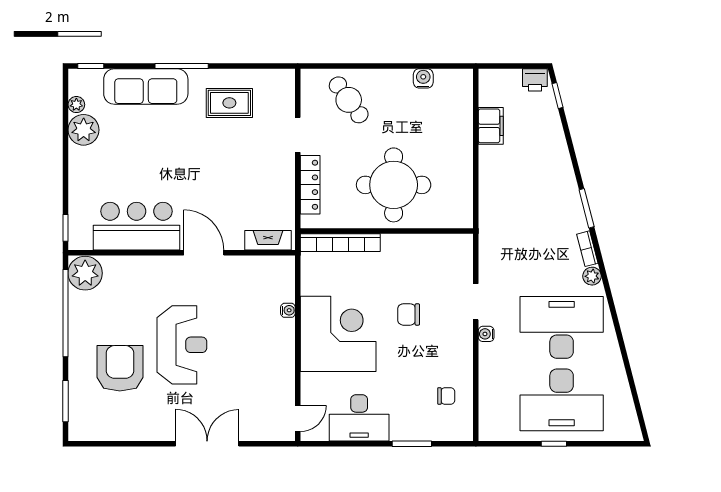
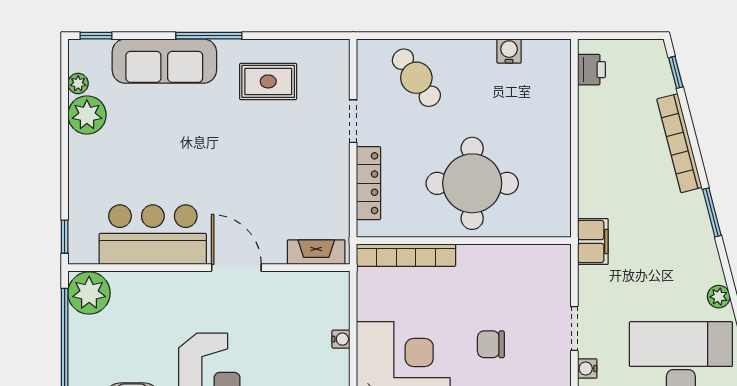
printer: (535, 80) -> (591, 70), moved, turned -90
filing cabinet: (491, 126) -> (593, 242), moved
bookcase: (587, 249) -> (679, 143), moved, width x2.31, depth x1.31

